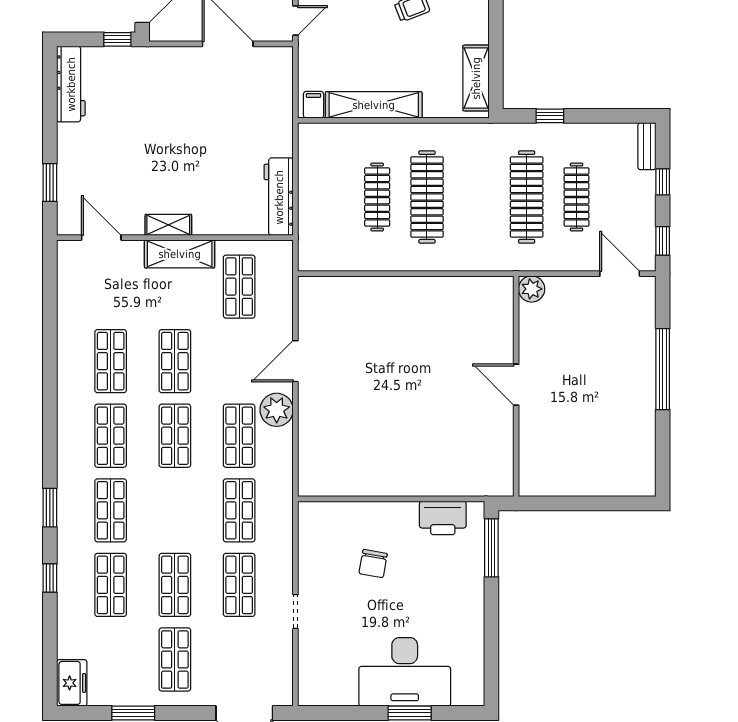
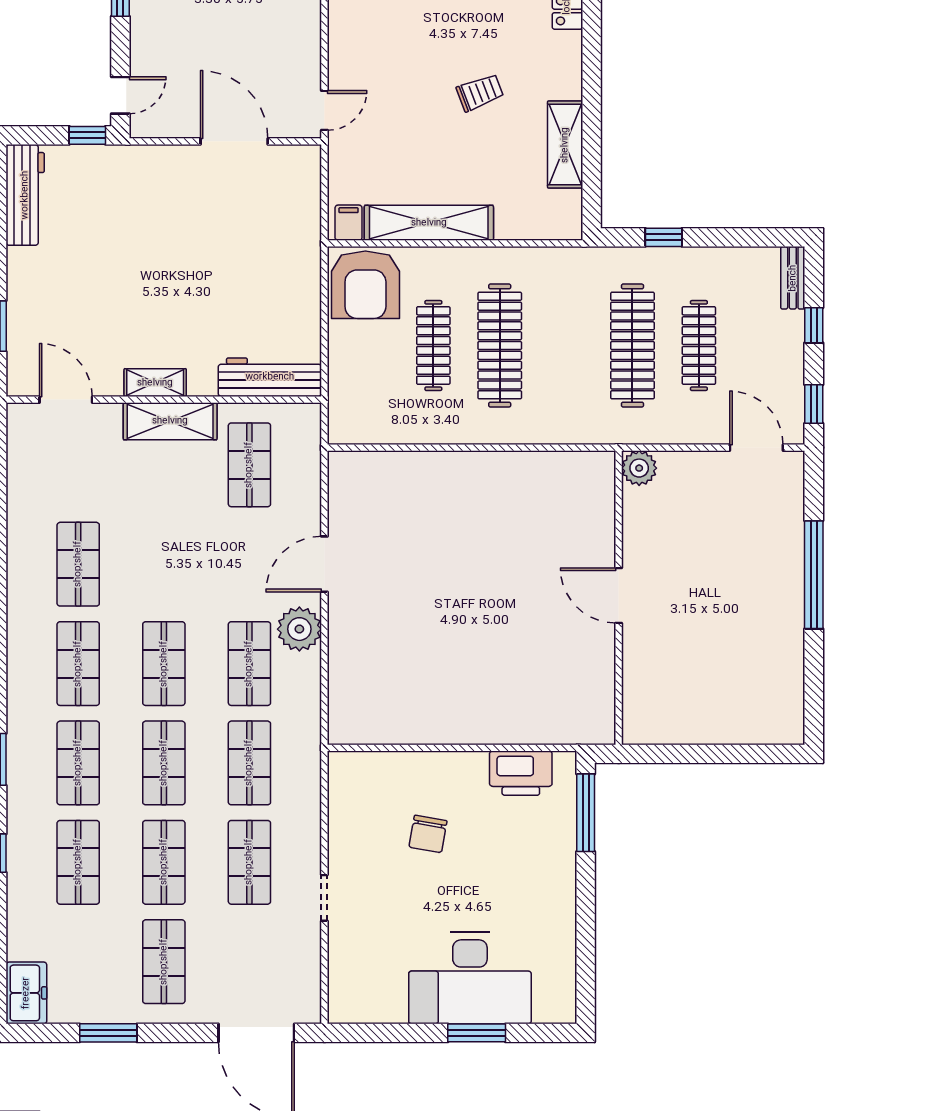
shelving: (476, 78) -> (565, 145), moved
armchair: (326, 151) -> (365, 285), added
workbench: (279, 197) -> (270, 377), moved, turned 90
shop shelf: (175, 361) -> (164, 763), moved

